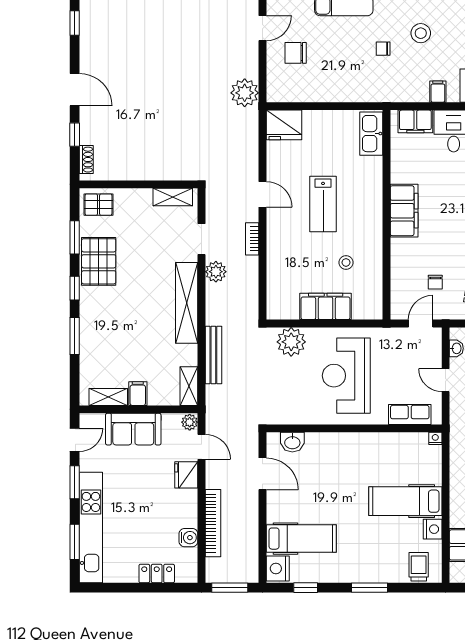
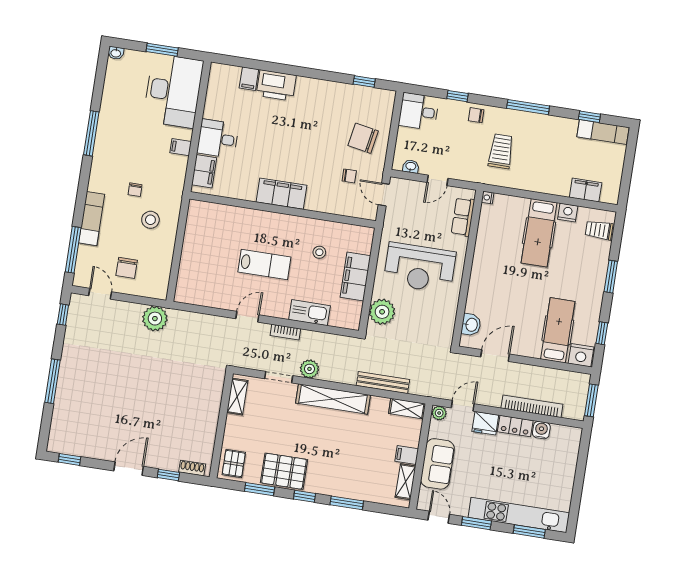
stool: (421, 33) -> (150, 220), moved
fridge: (284, 125) -> (189, 288), removed
kitchen sink: (371, 134) -> (310, 313), moved, turned 180
locker: (157, 574) -> (515, 426), moved, turned -90

